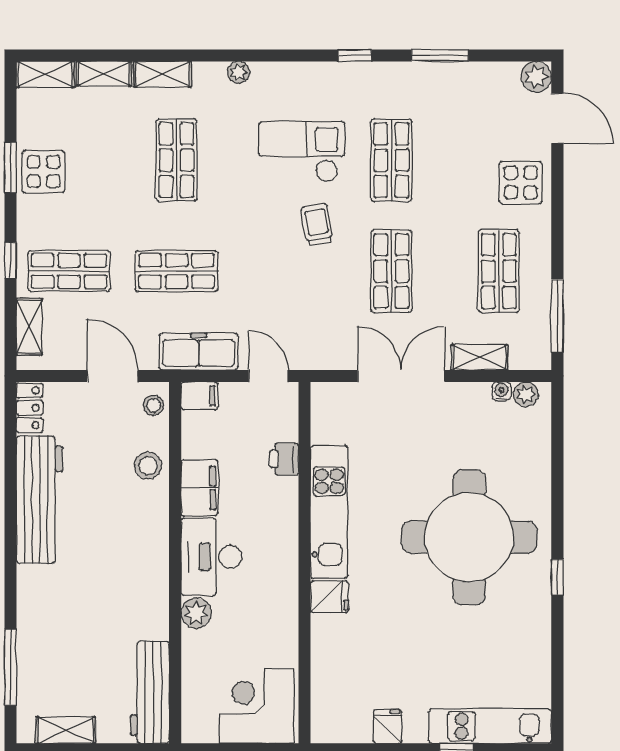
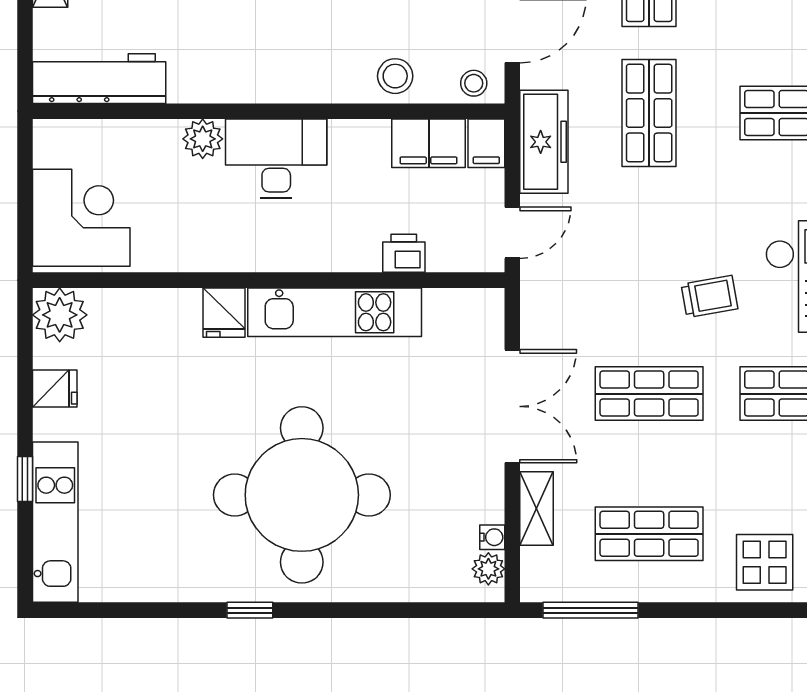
filing cabinet: (200, 488) -> (429, 143), moved
plant: (331, 723) -> (60, 315), added

